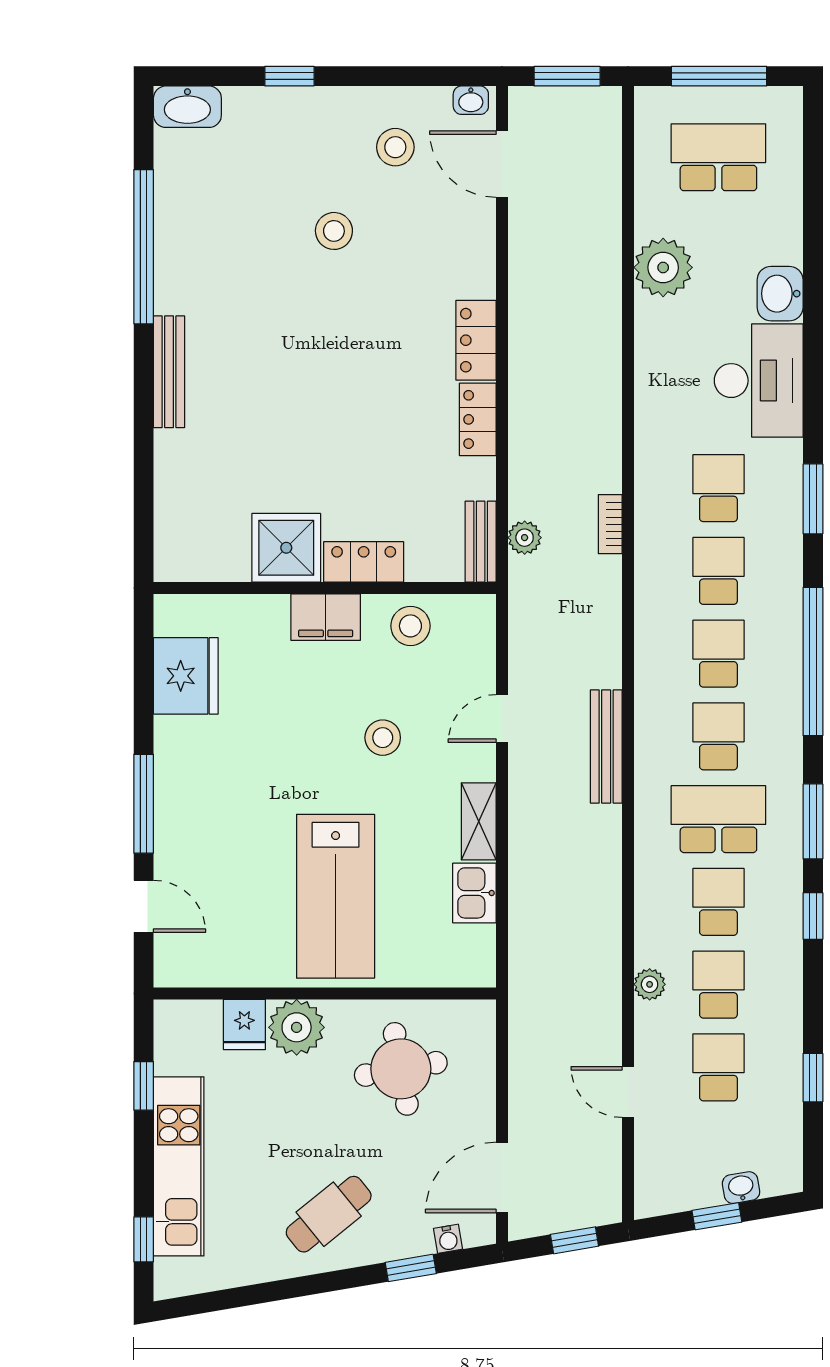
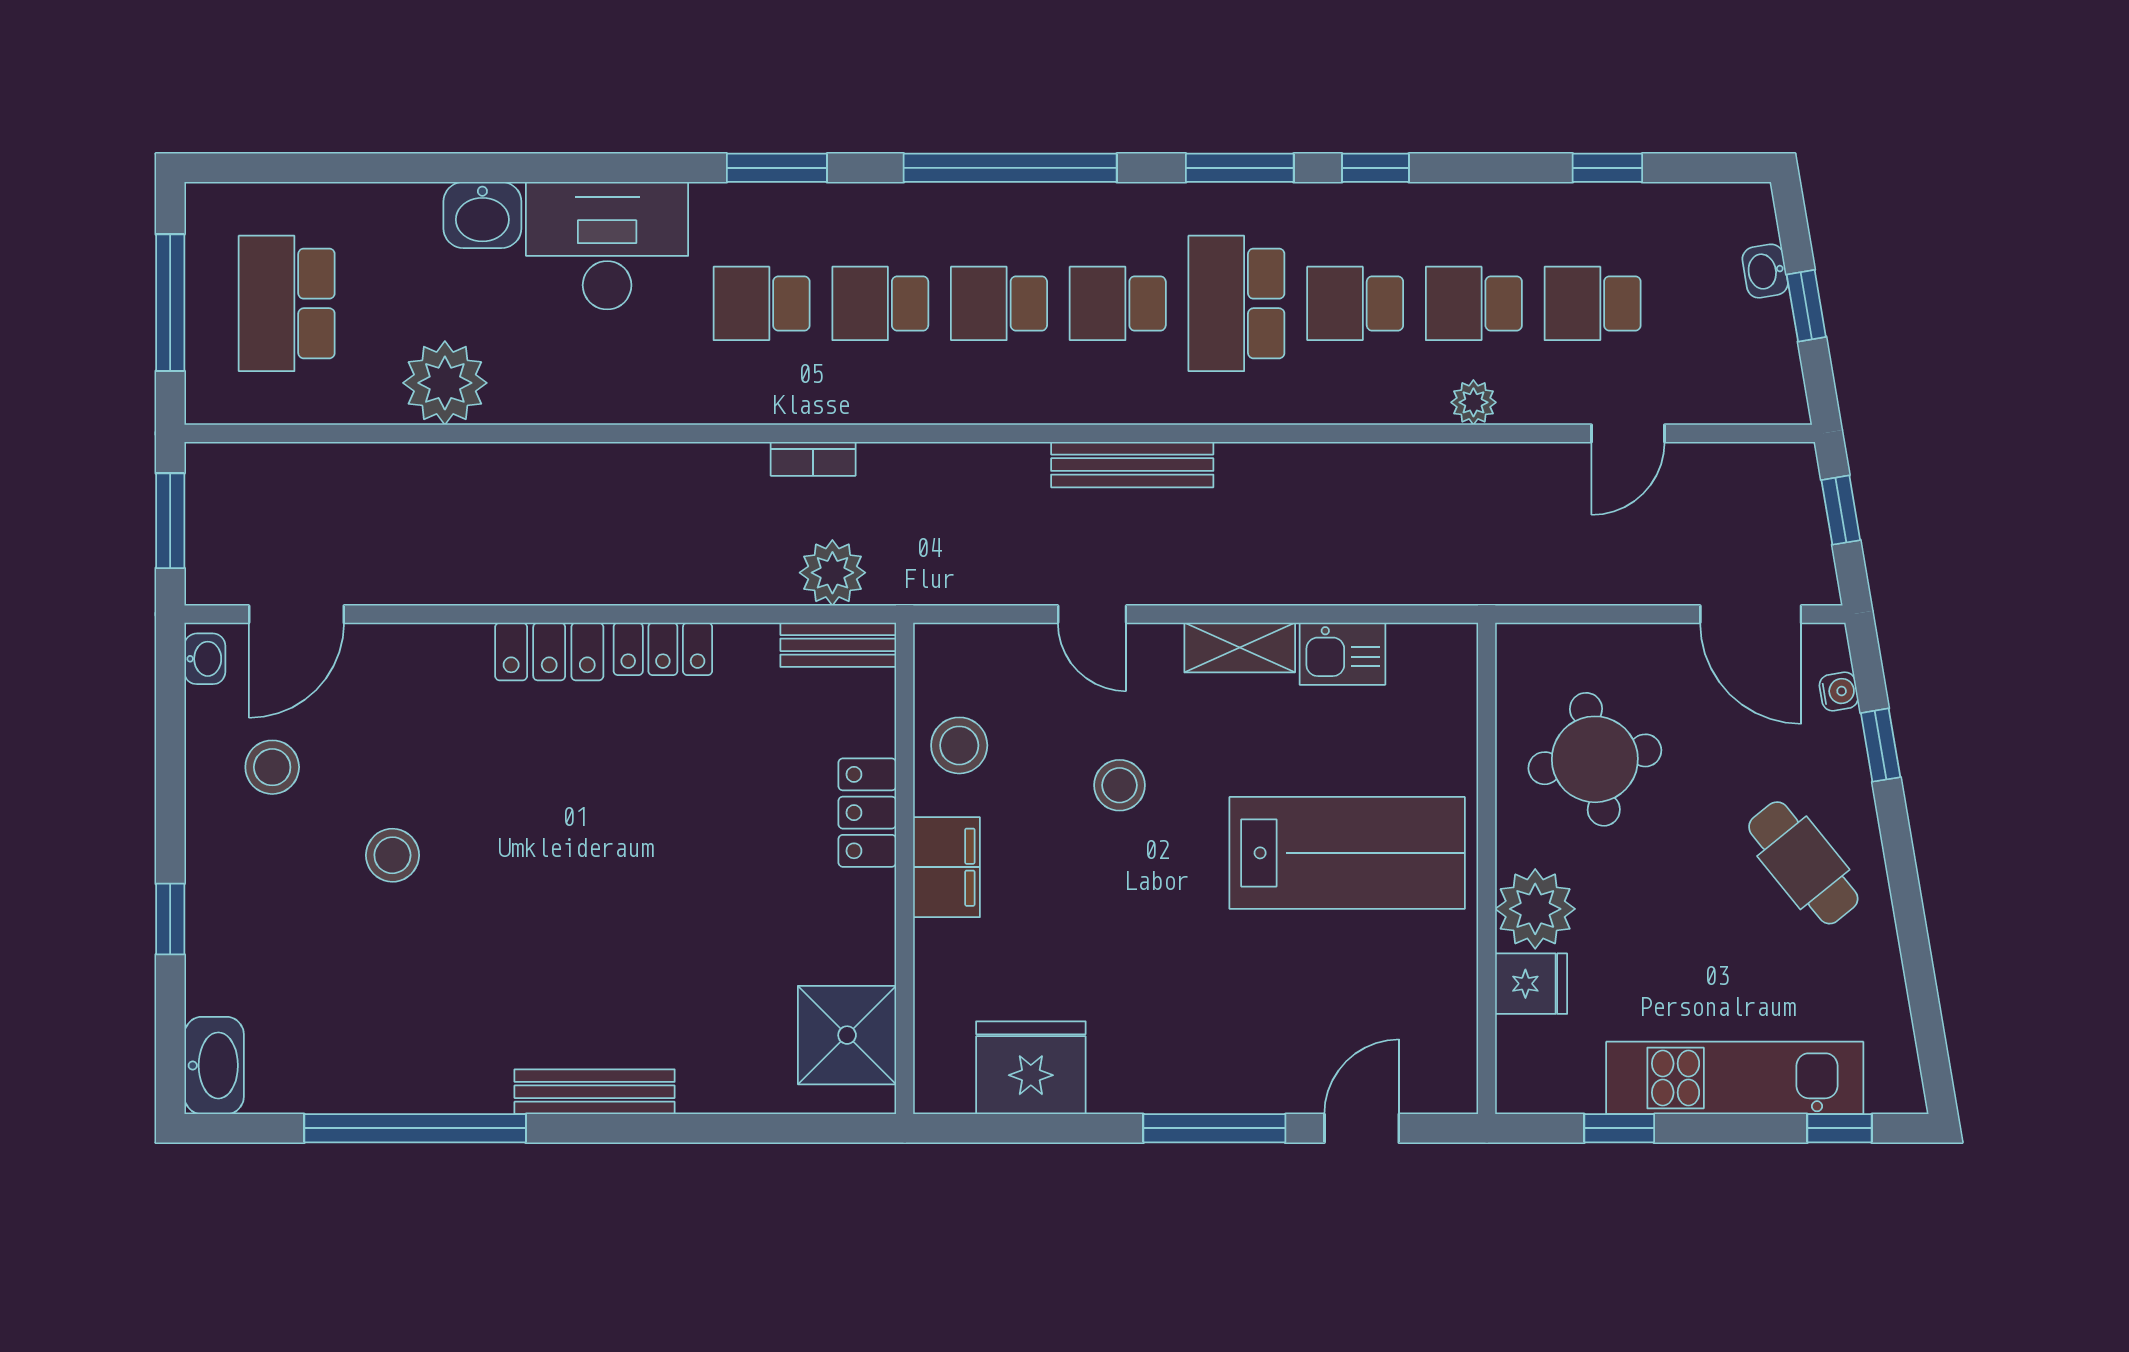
plant: (525, 538) -> (832, 573), width x1.38, depth x1.38
shower: (286, 548) -> (847, 1035), moved

